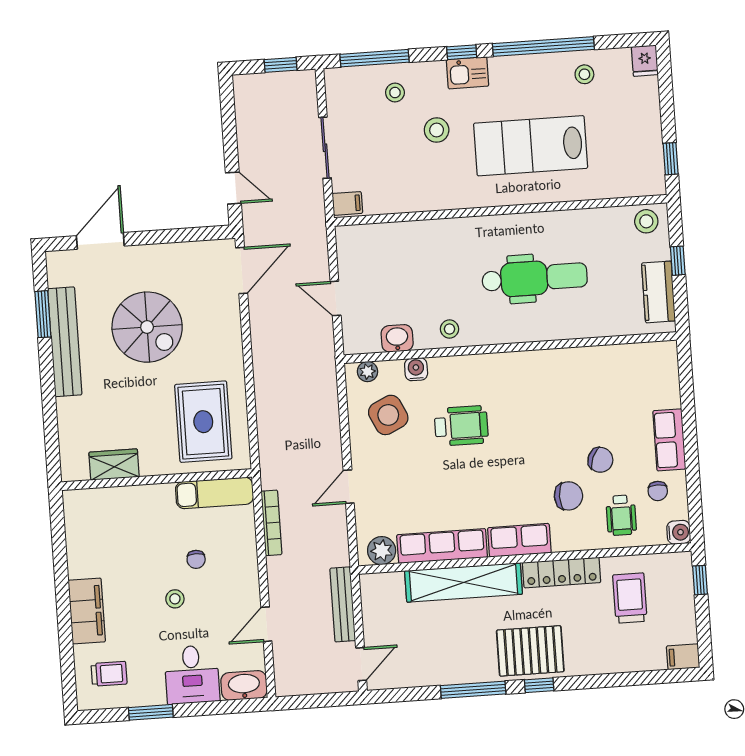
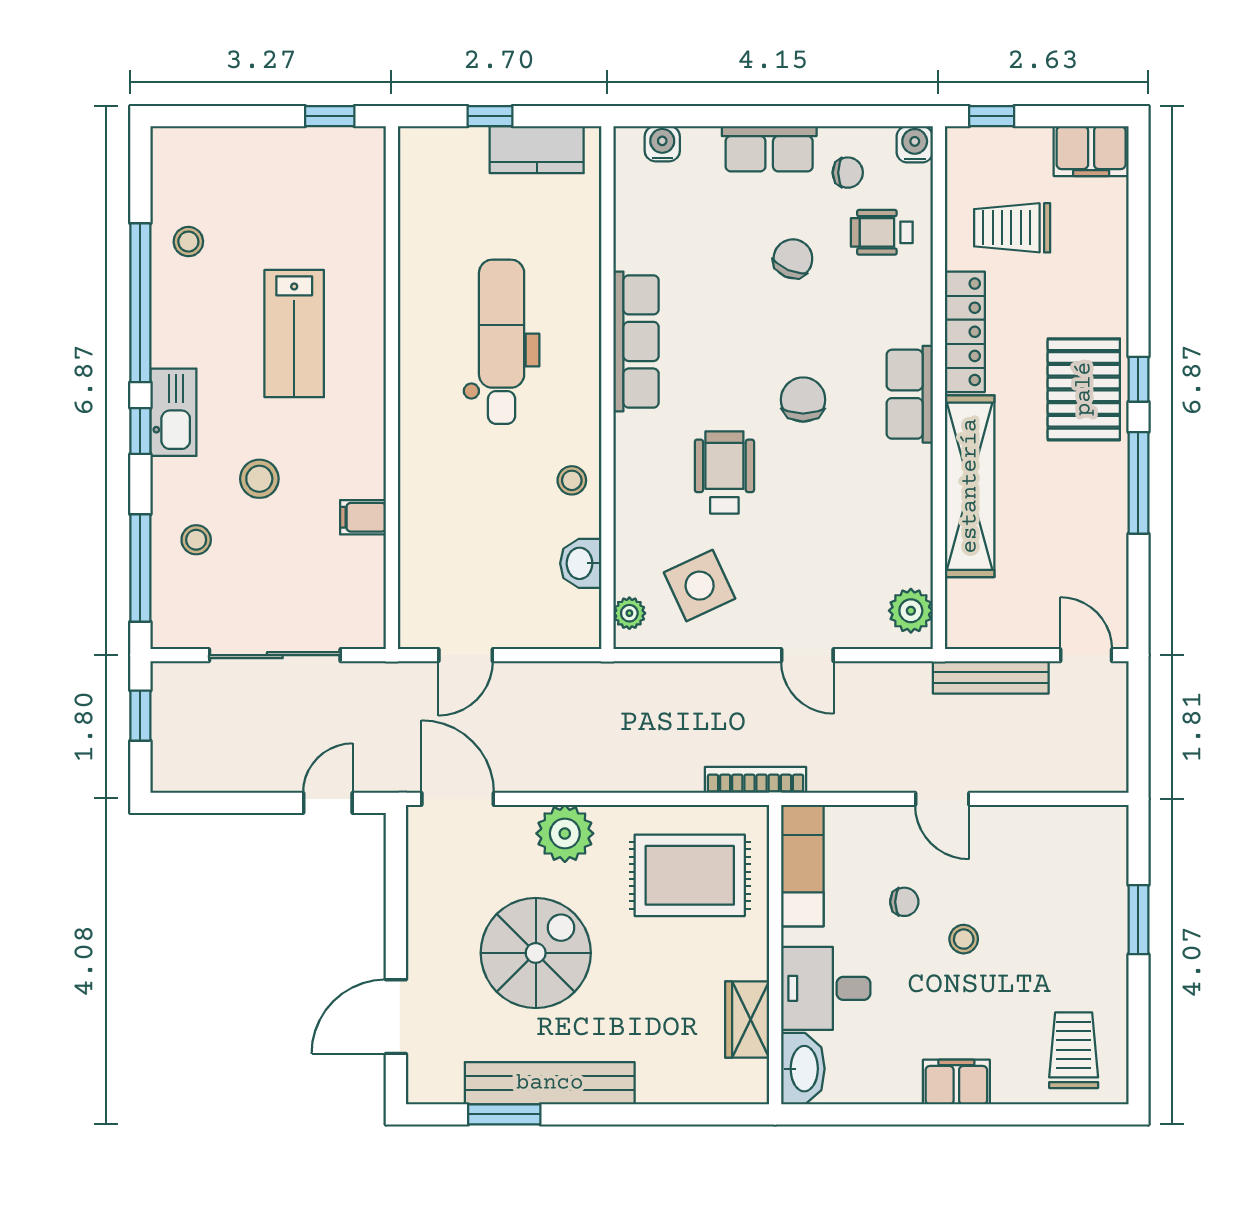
fridge: (645, 61) -> (174, 146), removed
kitchen sink: (468, 73) -> (173, 412), width x1.38
lab bench: (531, 146) -> (294, 334), width x0.73, depth x0.72
sliding door: (325, 148) -> (275, 655), width x1.37
filing cabinet: (347, 203) -> (363, 517), moved, turned -90
stool: (646, 221) -> (425, 161), removed
door: (100, 241) -> (396, 1017), hinge flipped
door: (336, 298) -> (466, 655), moved
plant: (224, 340) -> (565, 833), added
water cooler: (416, 369) -> (662, 144), moved, turned 90
chair: (568, 496) -> (803, 400), moved
wheelchair: (621, 515) -> (882, 232), turned 180
bookcase: (271, 523) -> (756, 780), moved
row of seats: (442, 546) -> (636, 341), moved, turned 180
filing cabinet: (87, 611) -> (956, 1082), width x0.67, depth x0.86
door: (266, 624) -> (942, 799), moved
filing cabinet: (683, 657) -> (1091, 151), width x2.00
trolley: (109, 674) -> (1074, 1050), width x1.36, depth x1.39
desk: (192, 675) -> (826, 988), moved, turned 180
washbasin: (244, 686) -> (803, 1069), moved, turned 180
window: (151, 712) -> (1138, 920), moved

